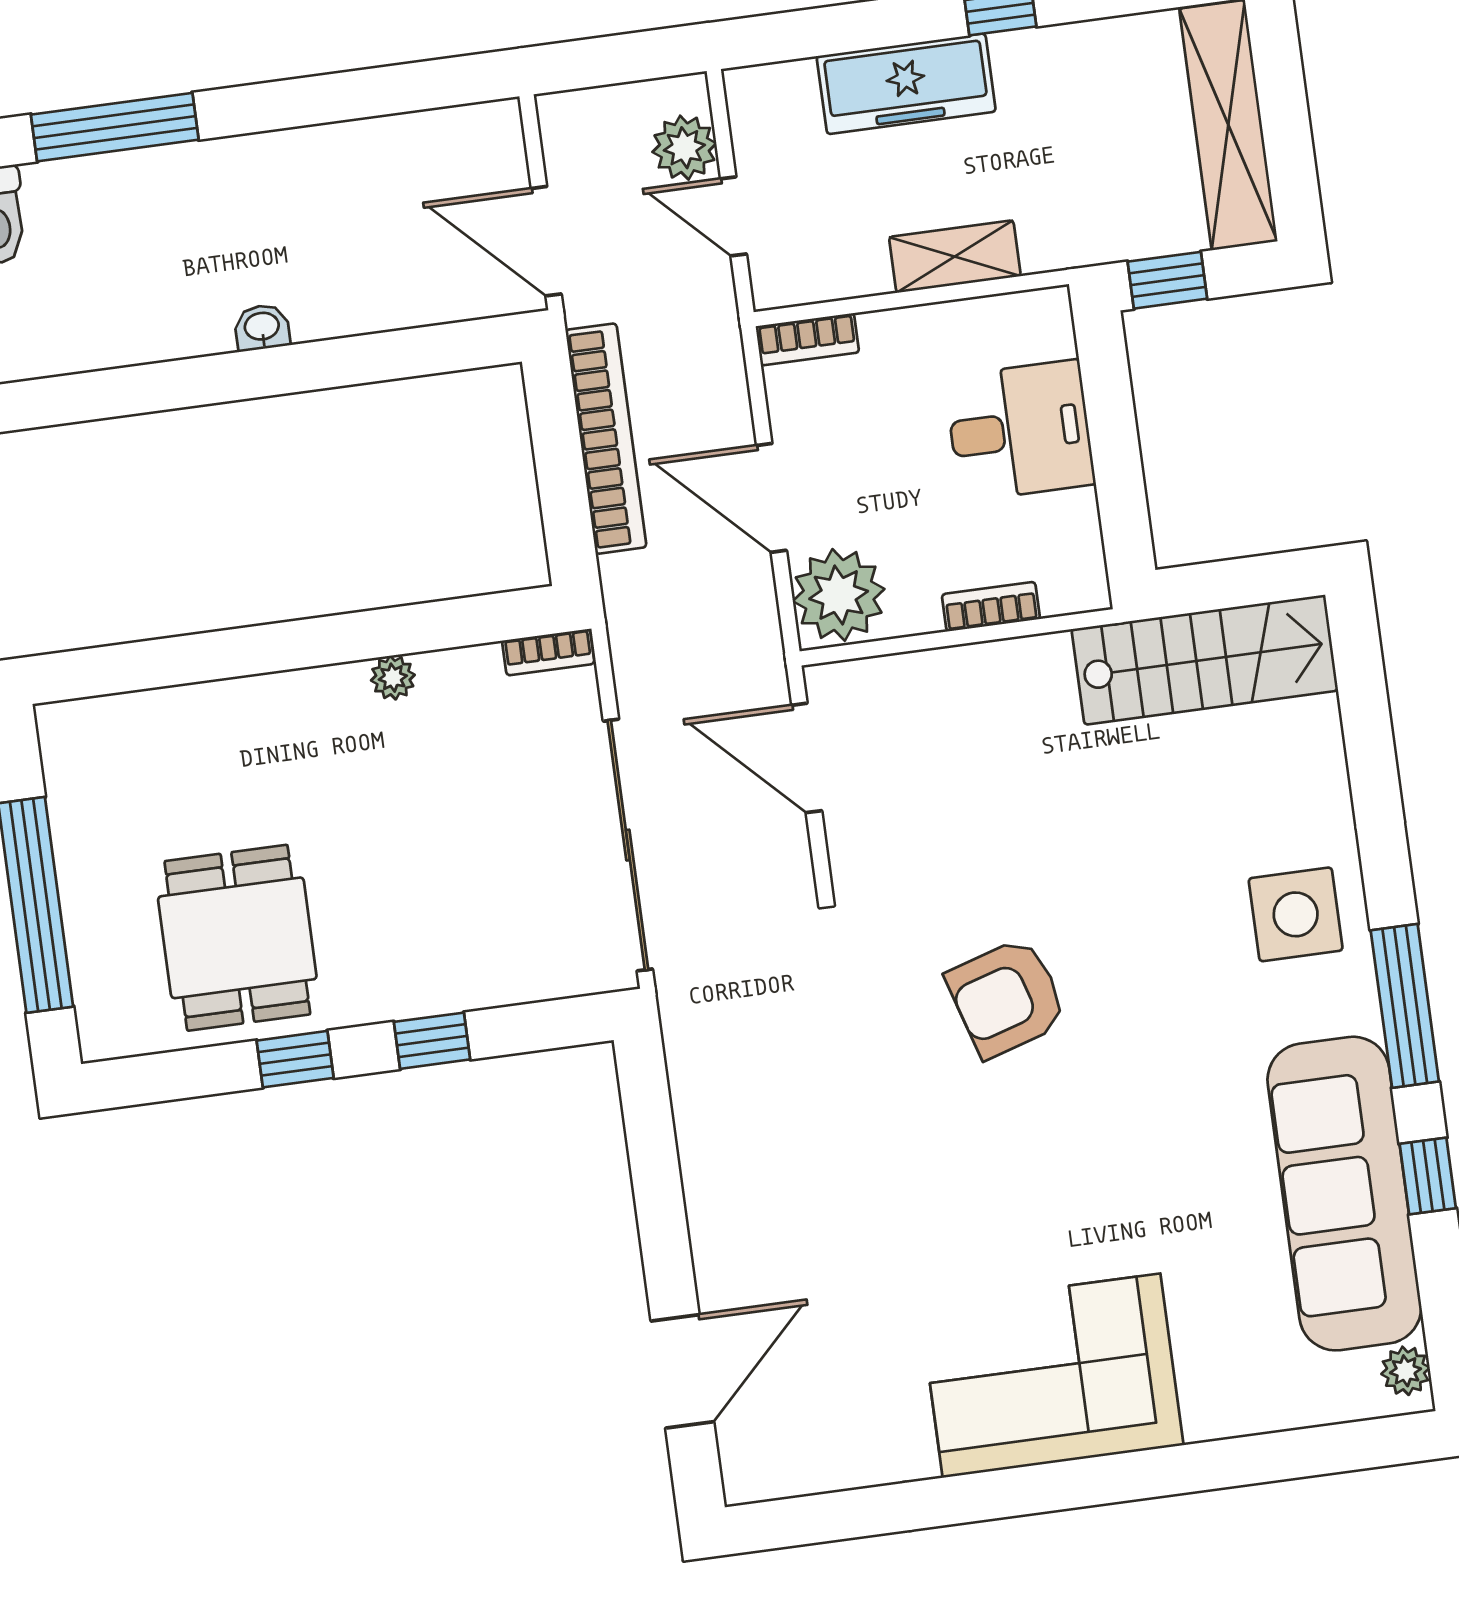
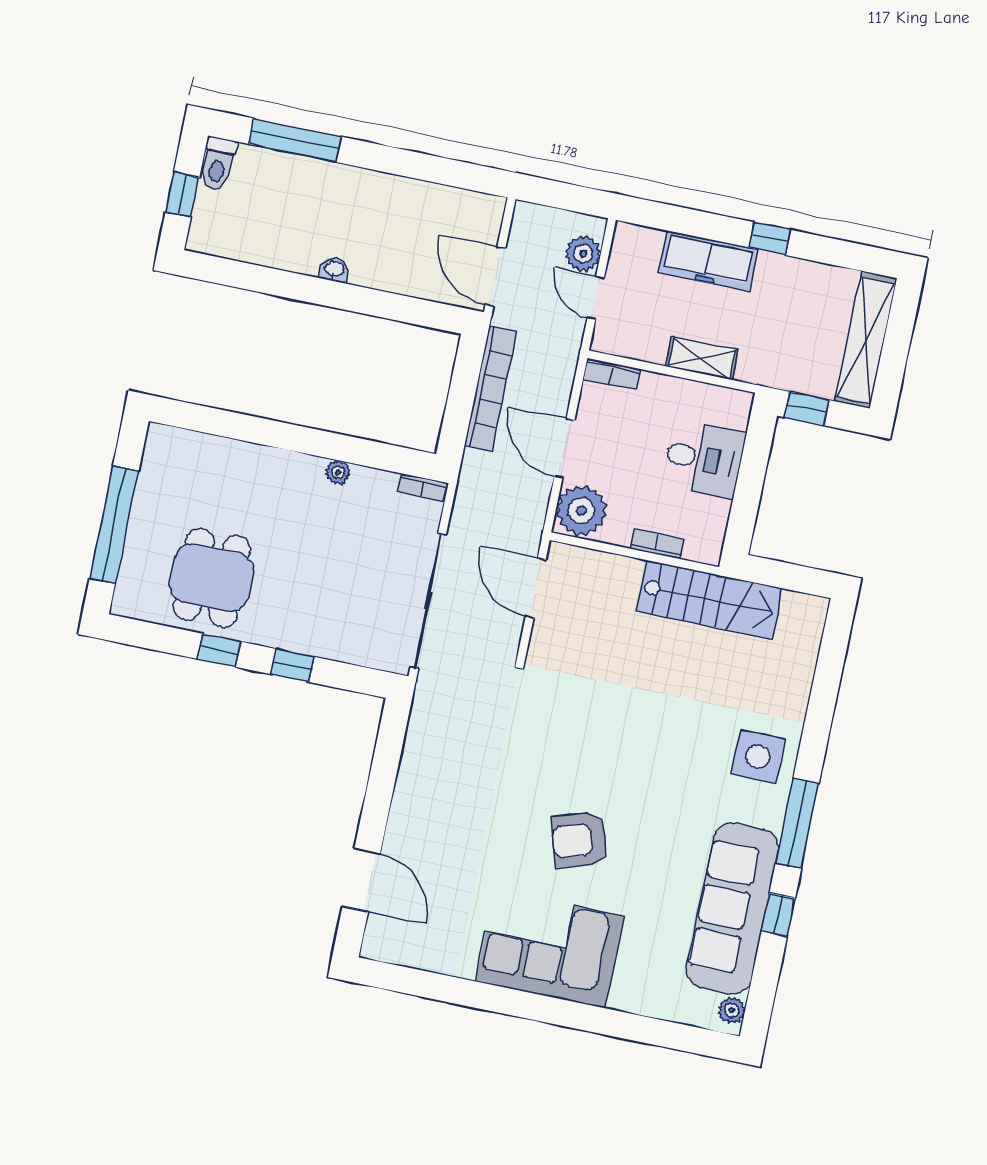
stairs: (1205, 660) -> (709, 600), moved
armchair: (1007, 998) -> (580, 840), moved
door: (682, 1371) -> (361, 880), hinge flipped

